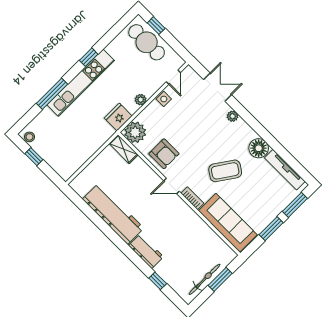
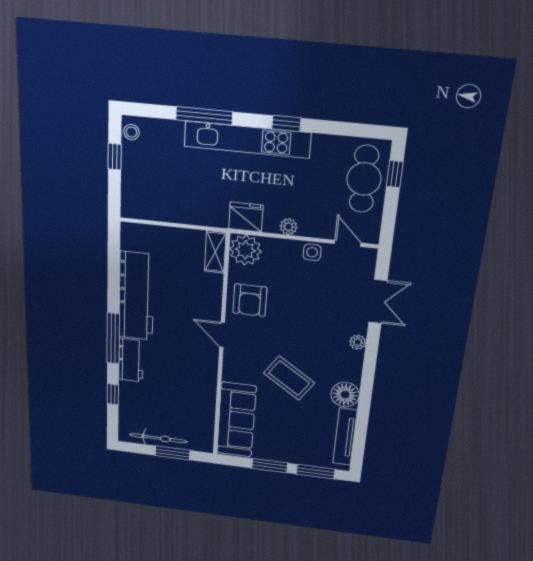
door: (173, 77) -> (348, 243), swing flipped
bookcase: (192, 198) -> (229, 366), removed
window: (126, 249) -> (113, 338), added

